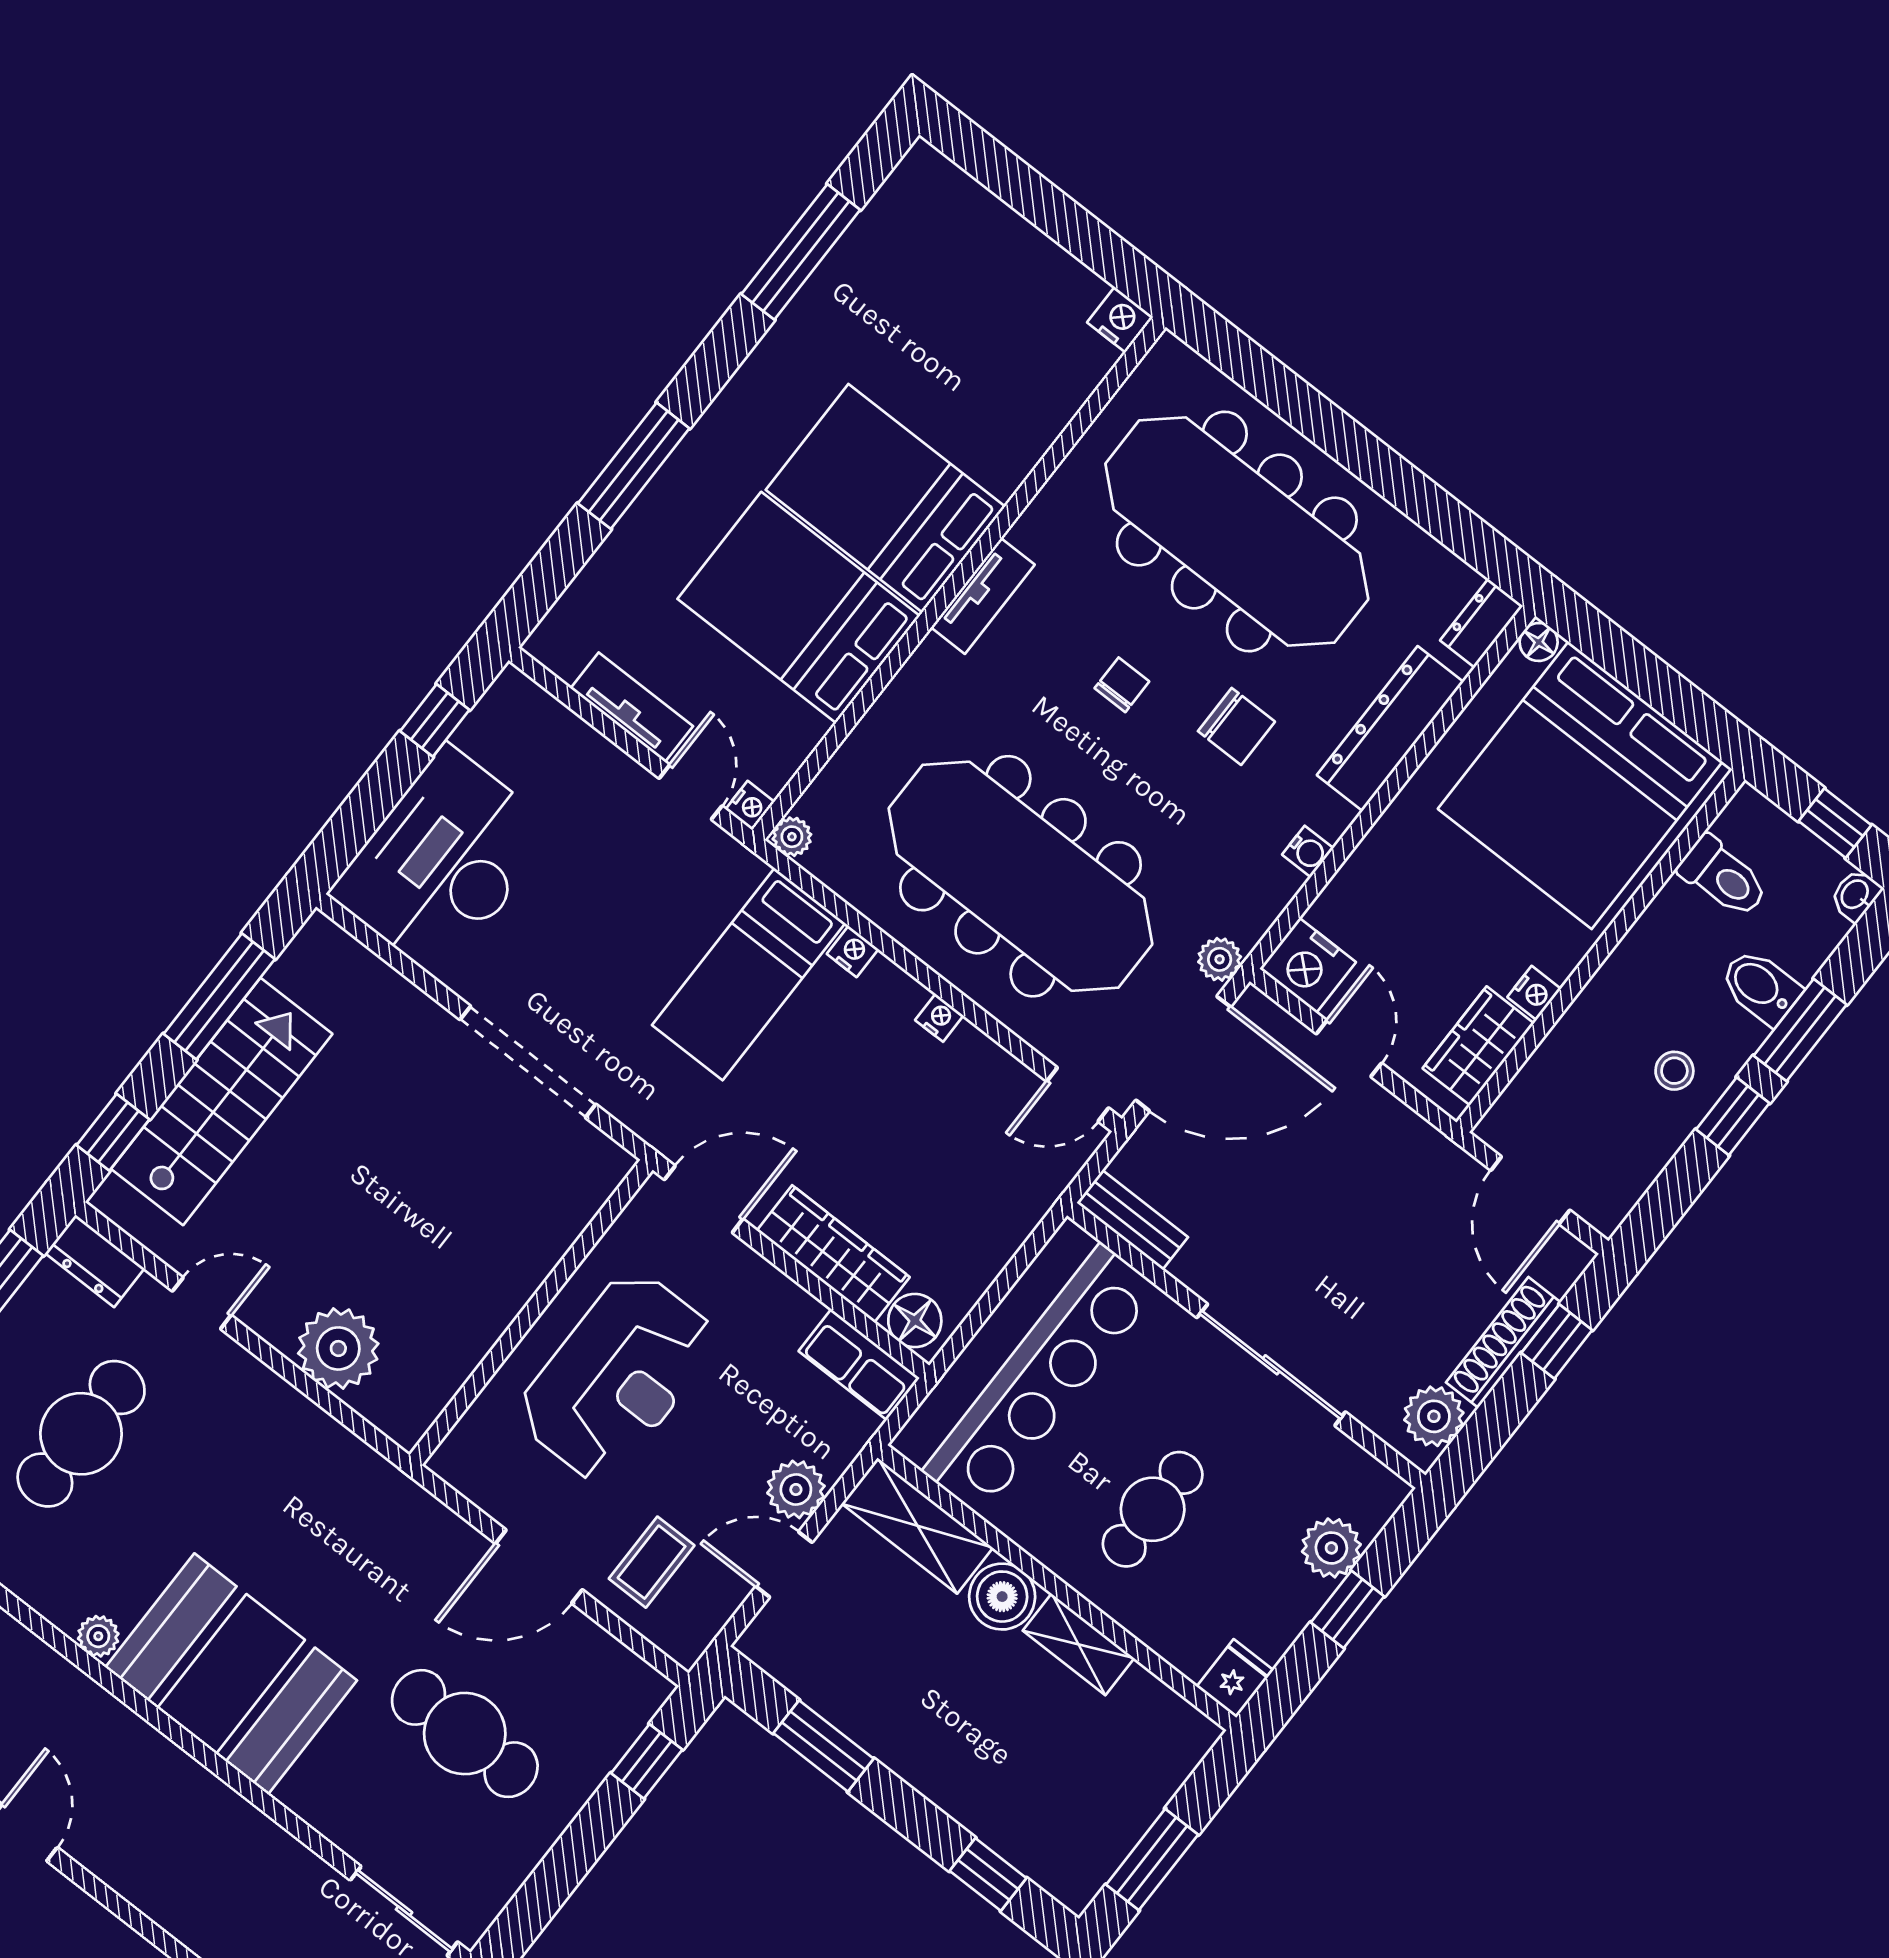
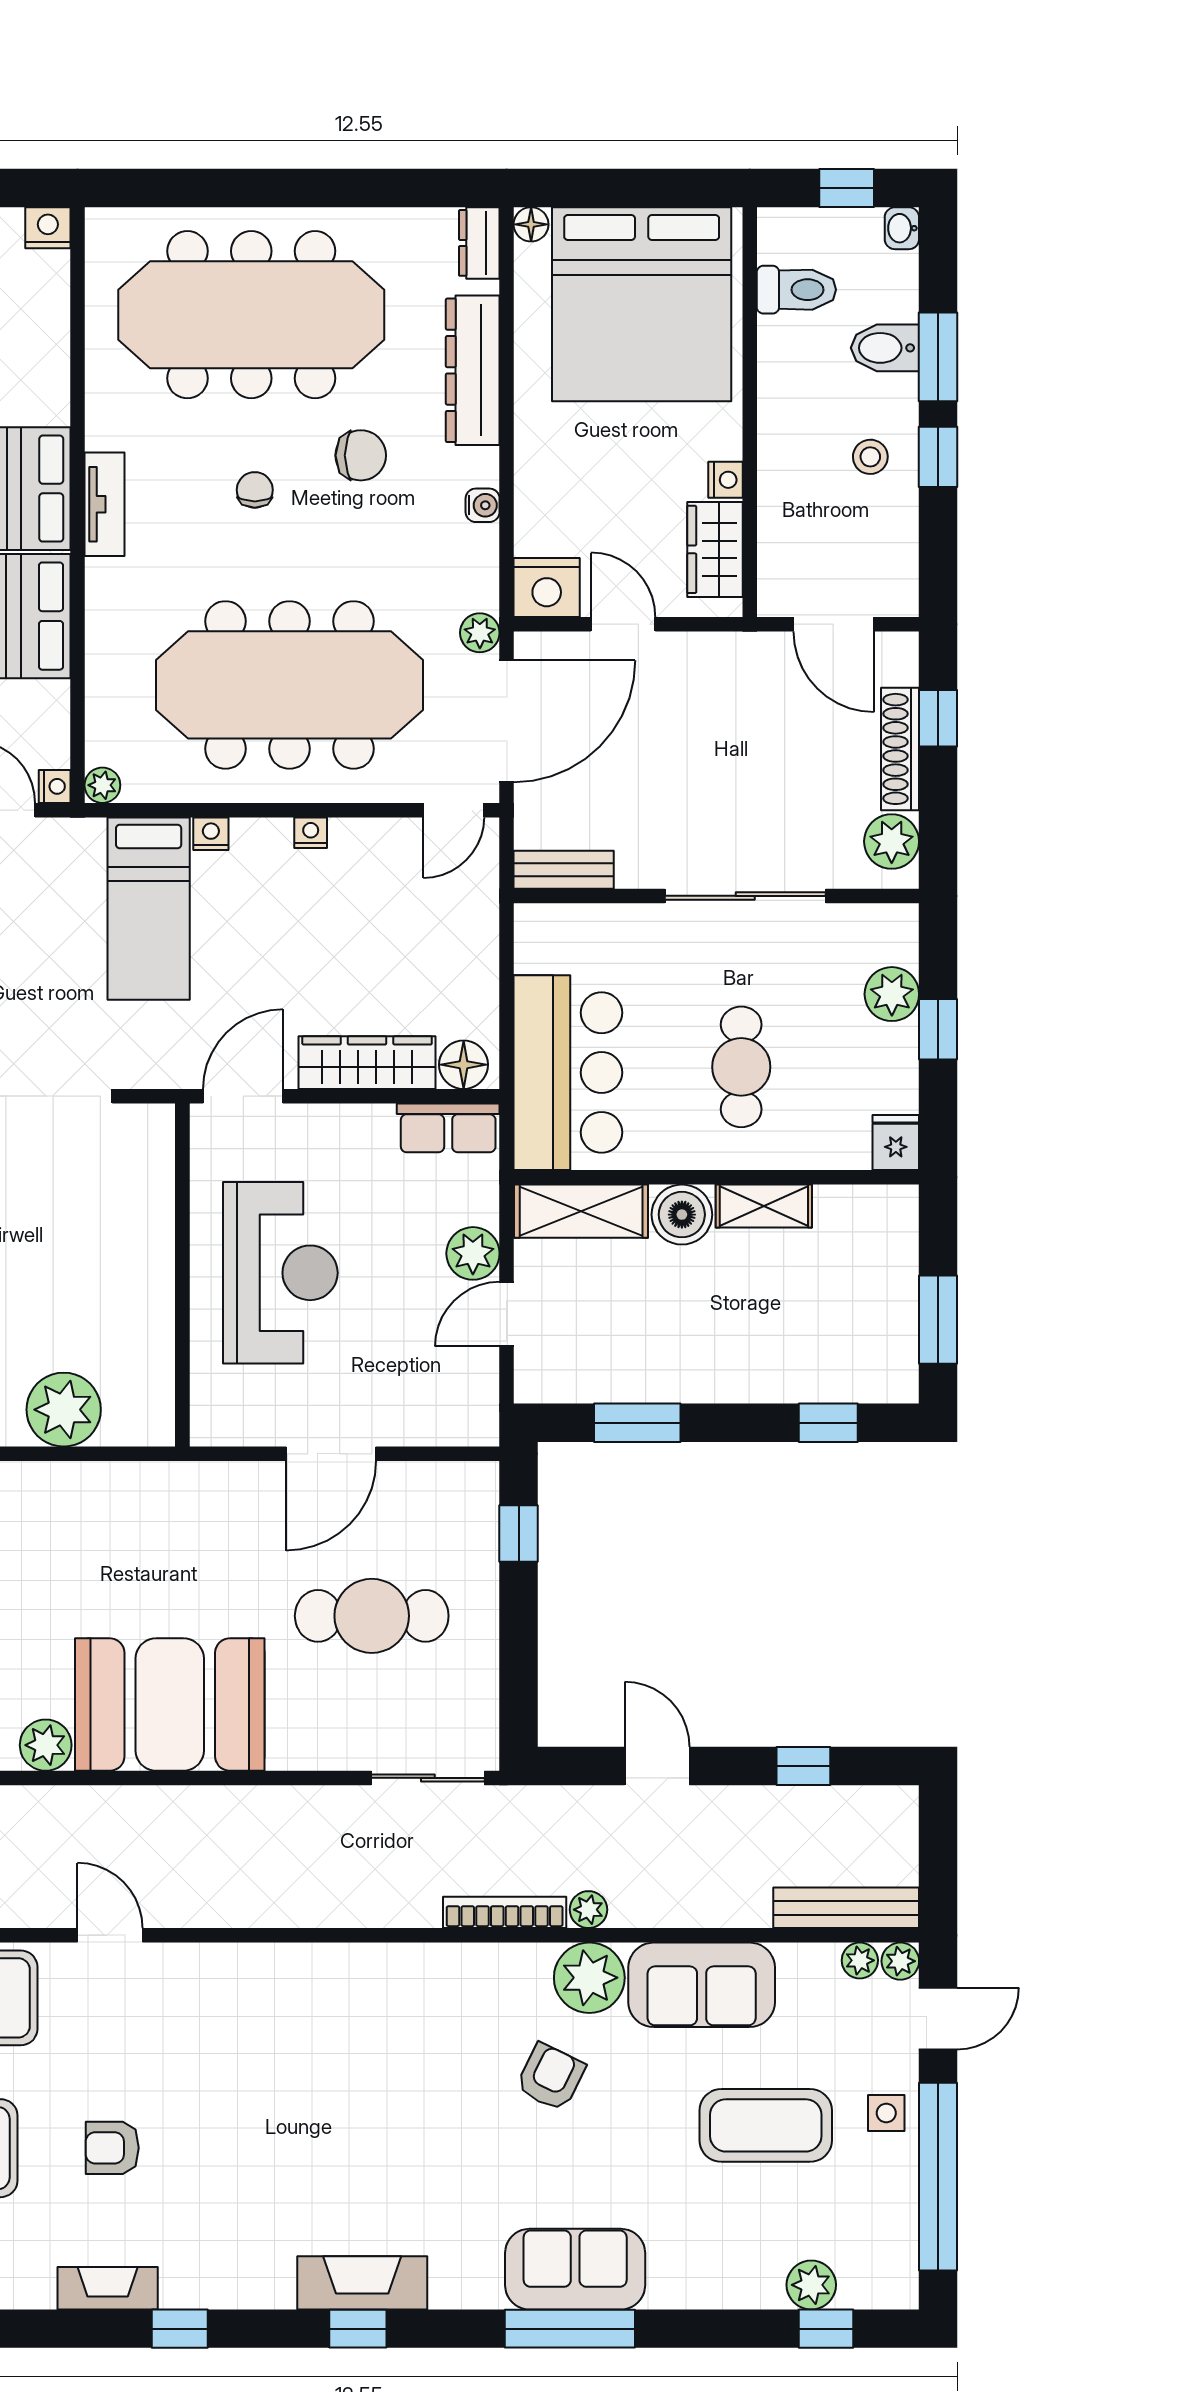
bar counter: (1023, 1367) -> (568, 1073), width x0.73
coffee table: (652, 1562) -> (410, 1387), removed
plant: (98, 1636) -> (46, 1745), width x1.38, depth x1.38

